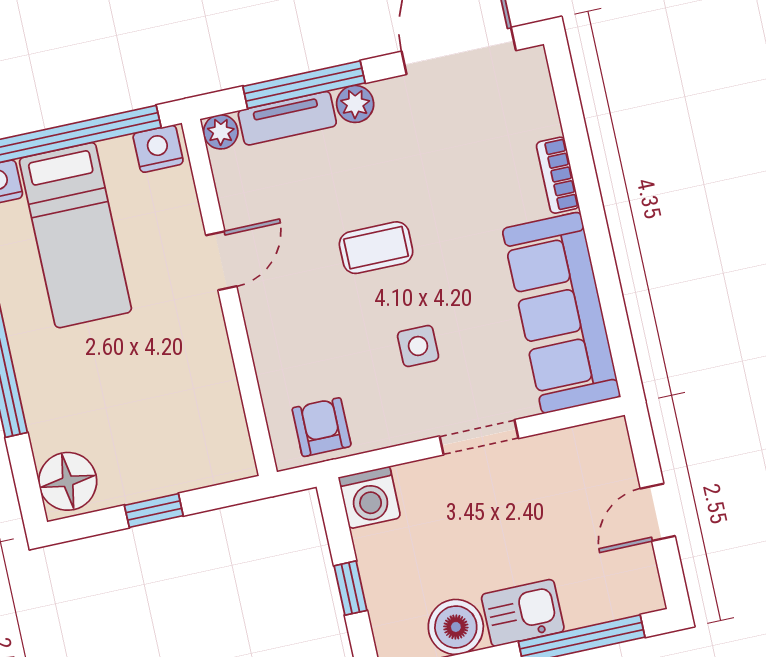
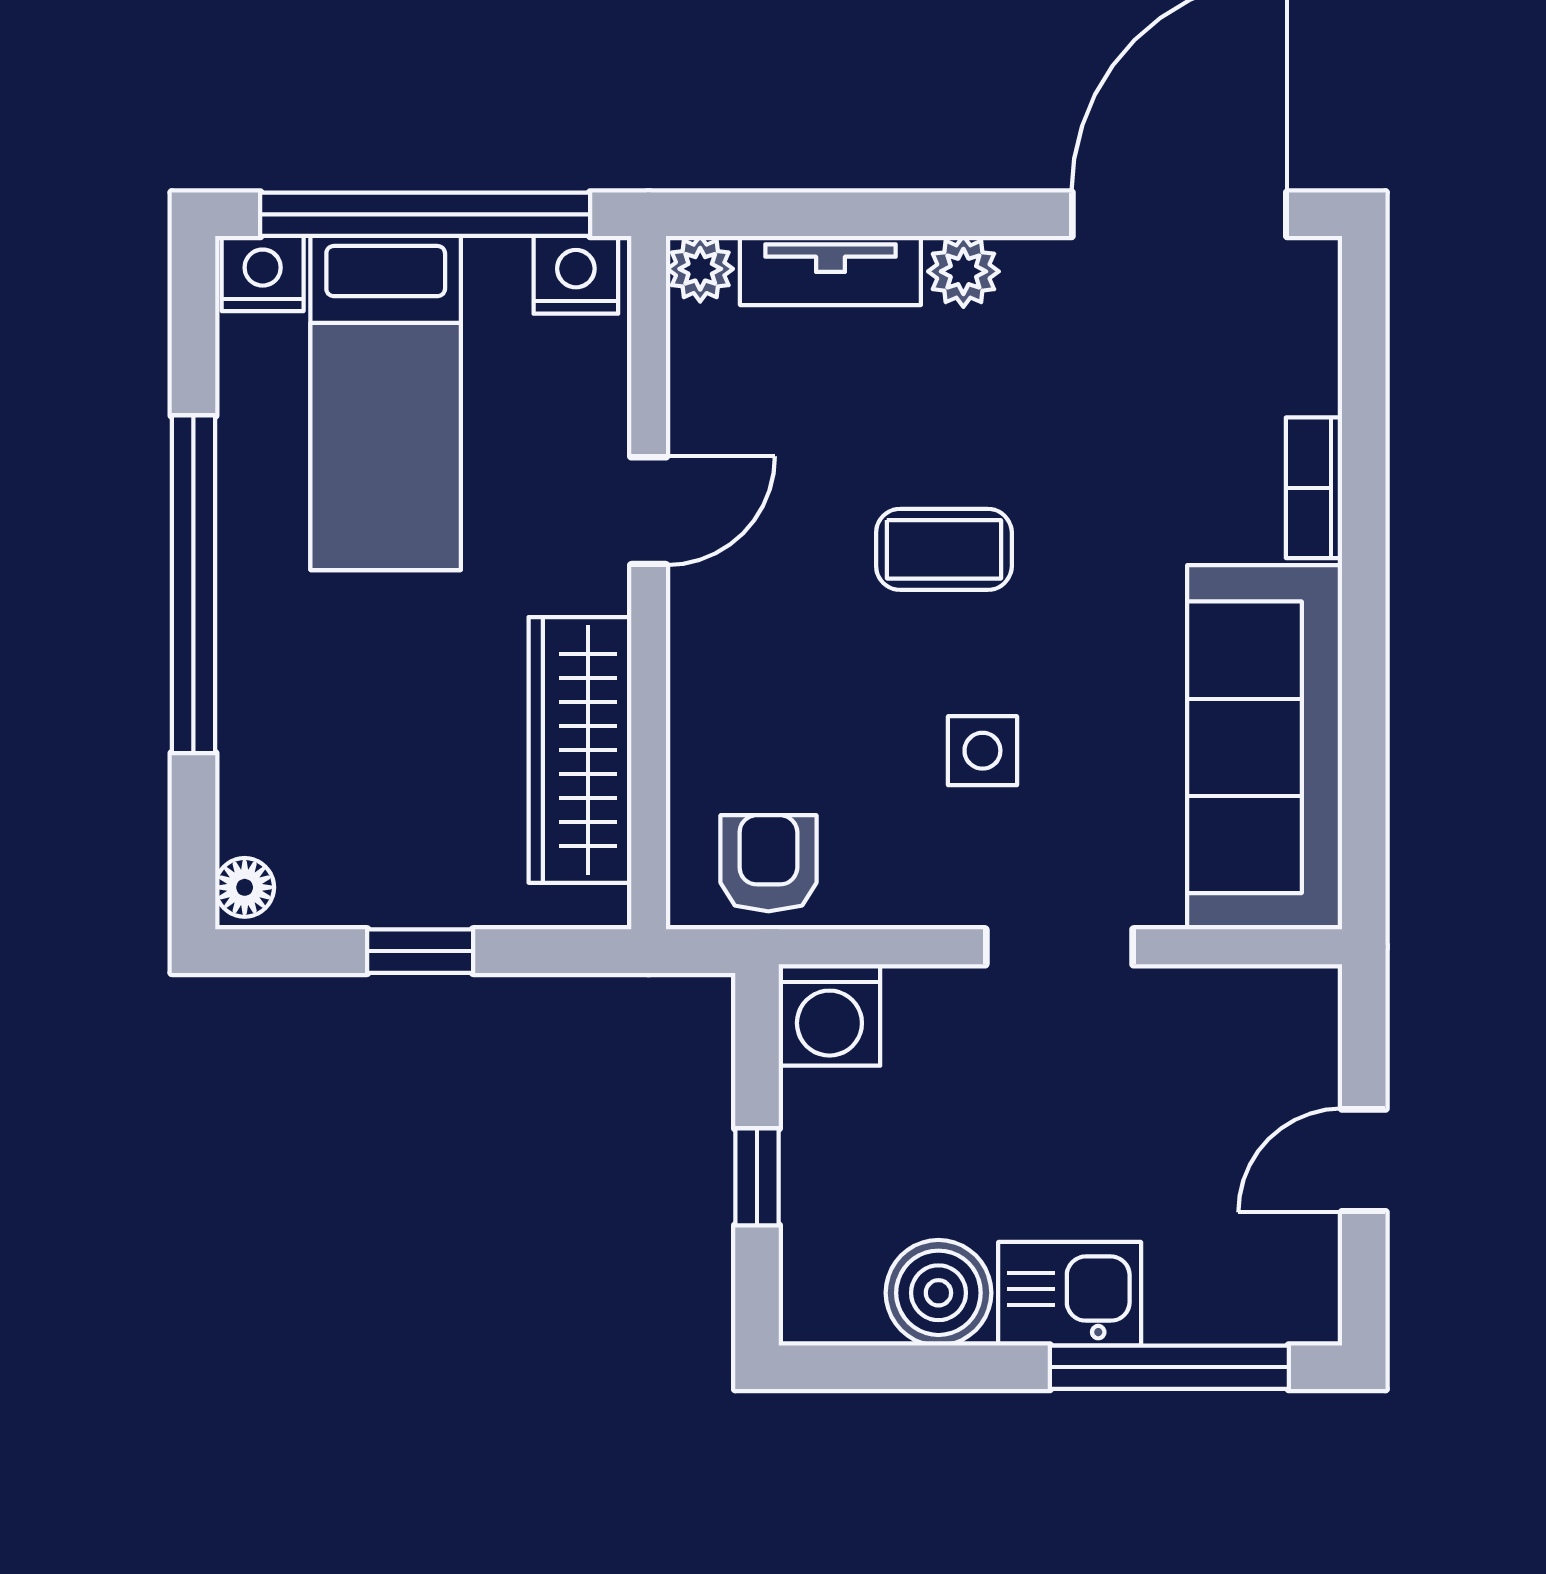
window: (304, 85) -> (875, 214), removed
wardrobe: (213, 390) -> (580, 750), added
floor lamp: (68, 481) -> (245, 887), width x0.53, depth x0.53

